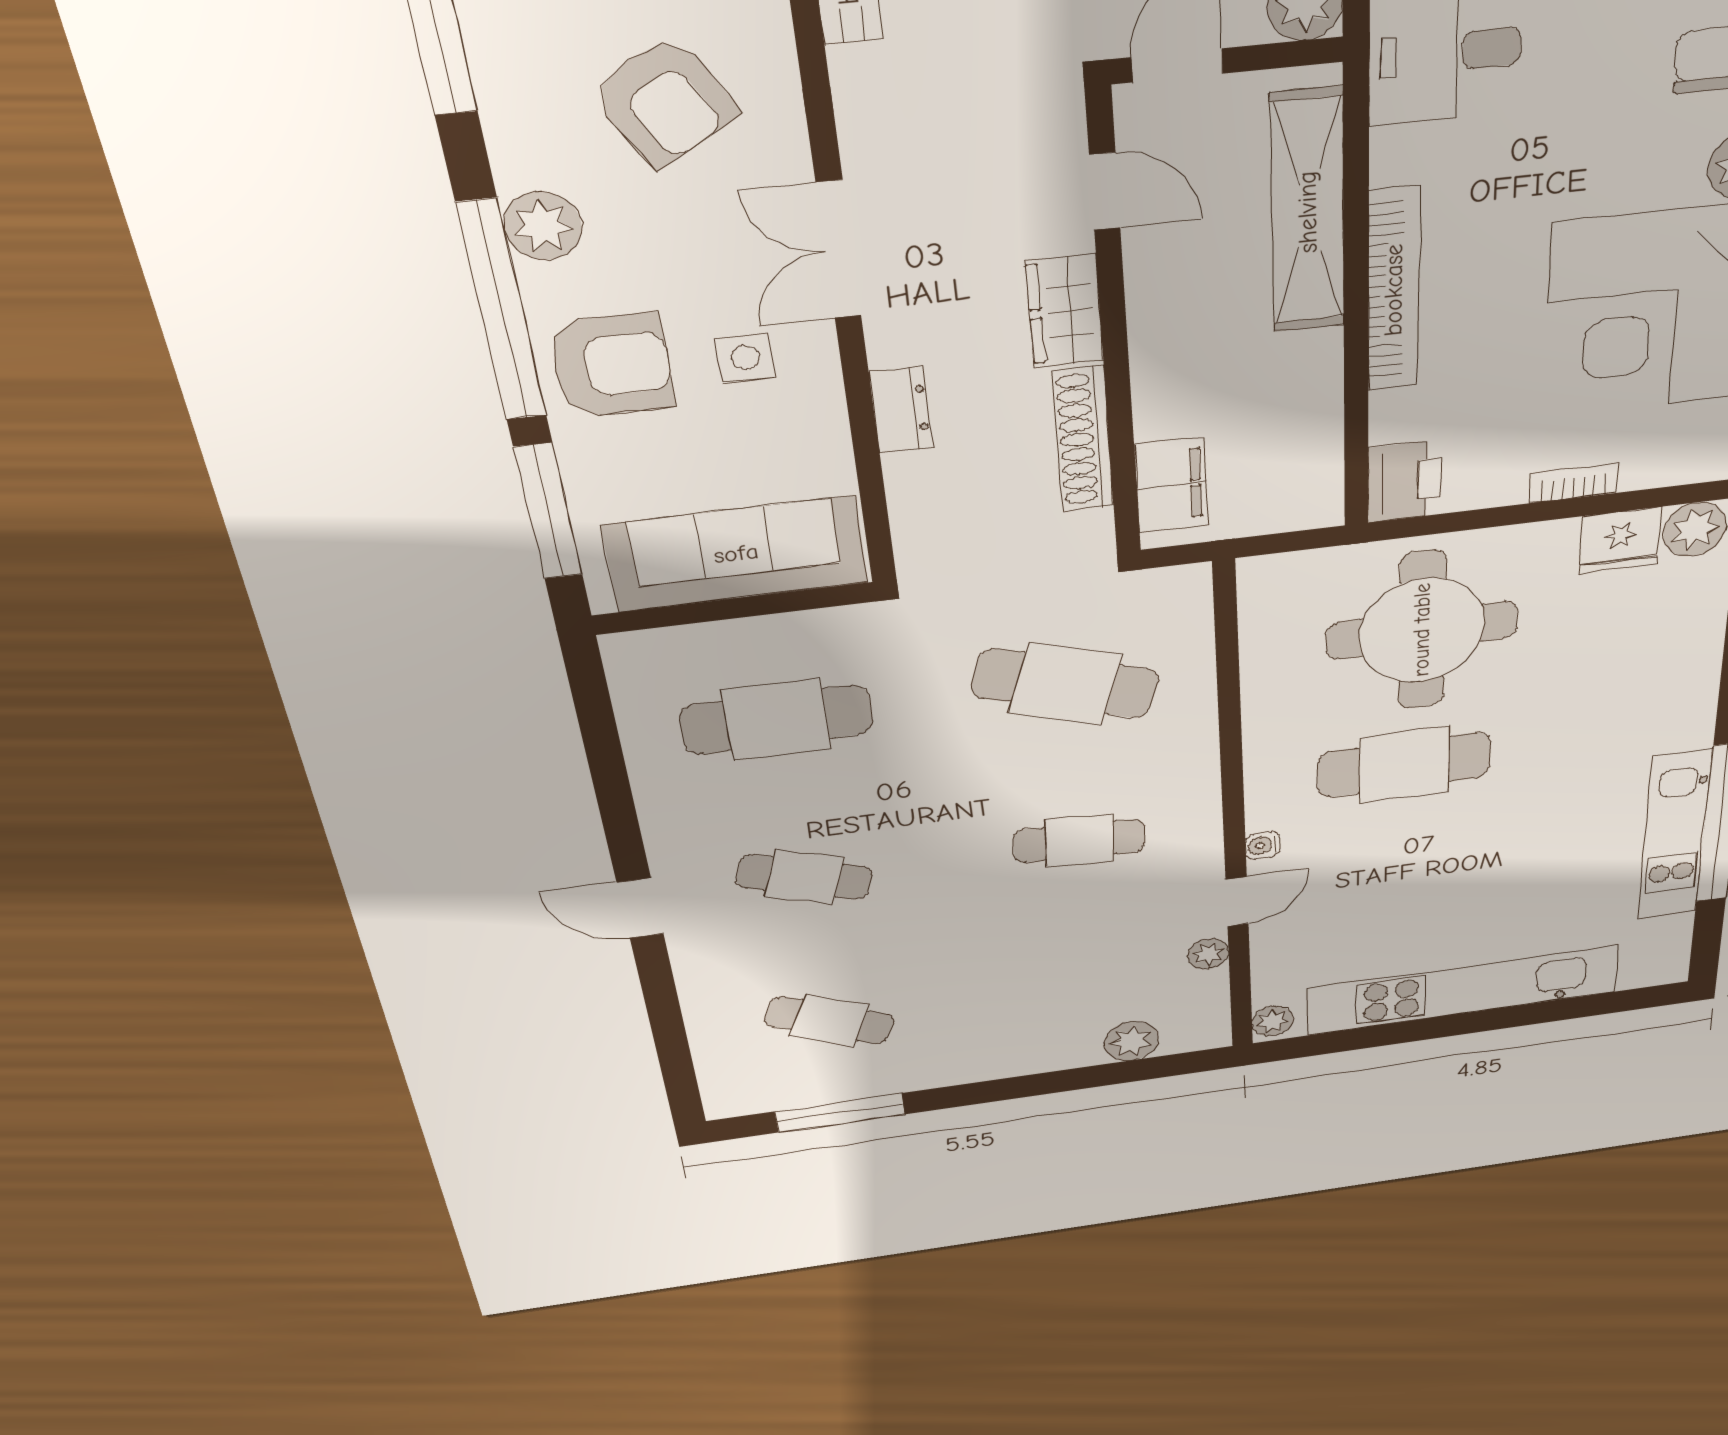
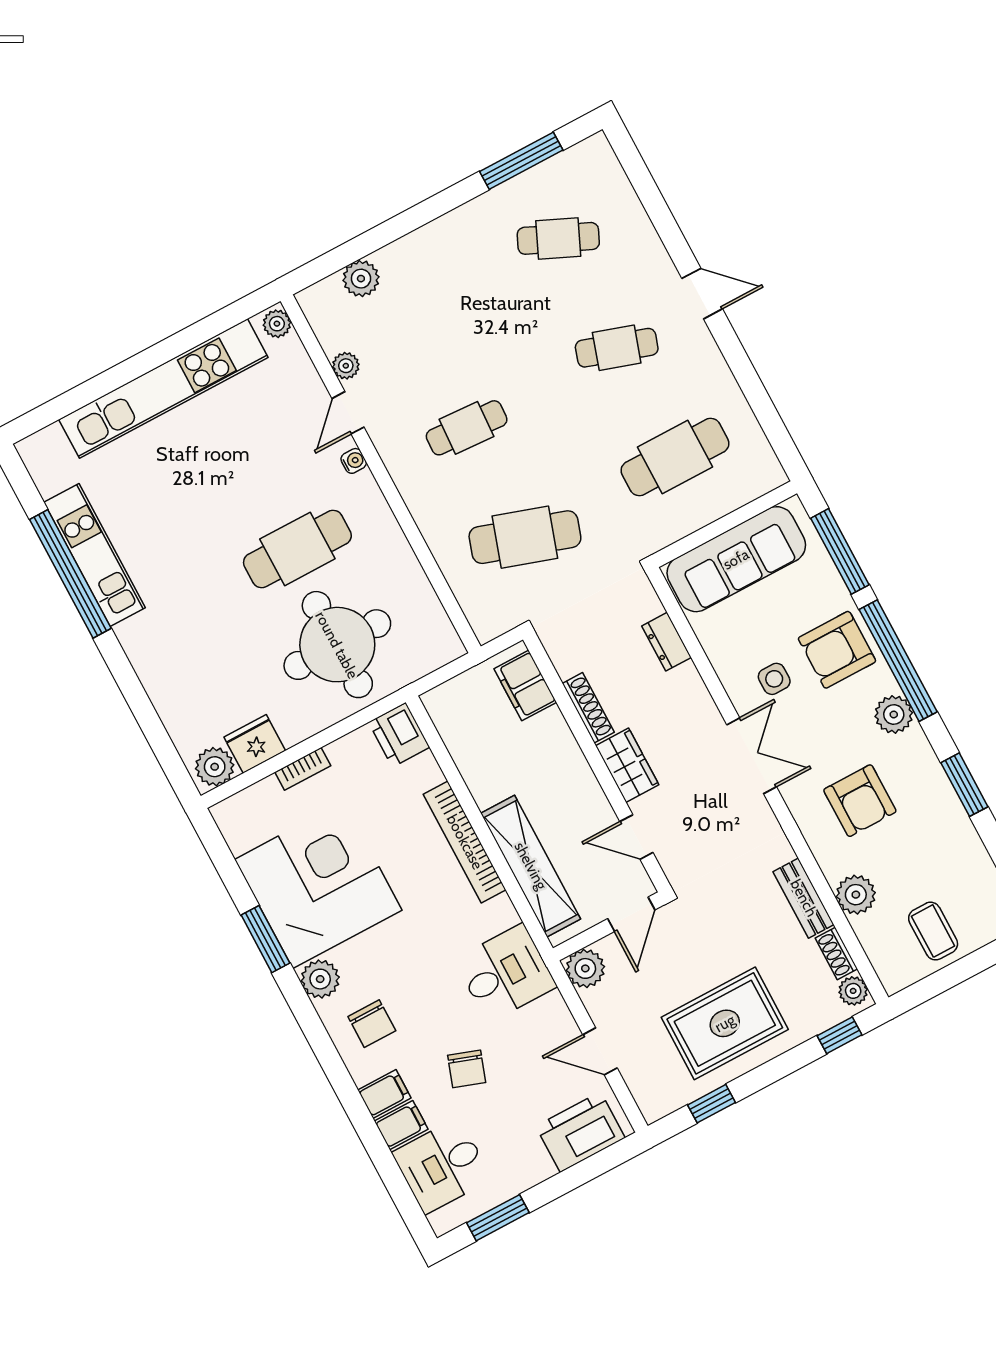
armchair: (664, 102) -> (860, 801), turned -150
dresser: (901, 410) -> (667, 642), moved
shoe rack: (1083, 439) -> (588, 708), width x0.74, depth x0.81

